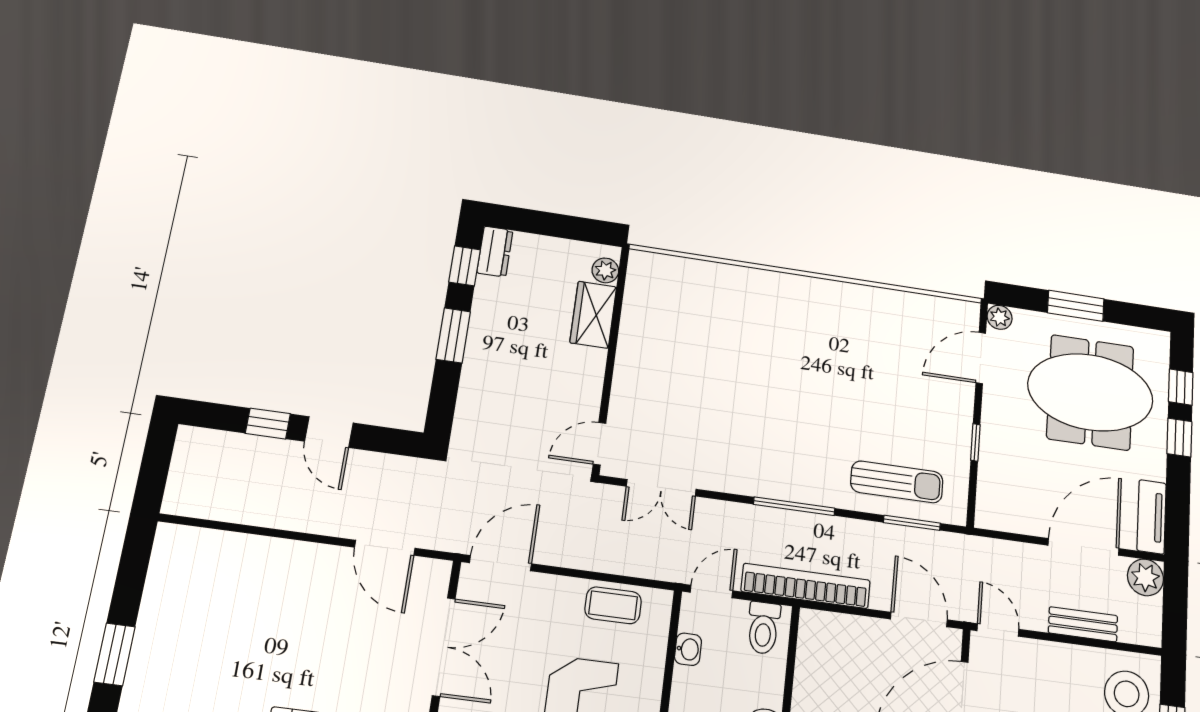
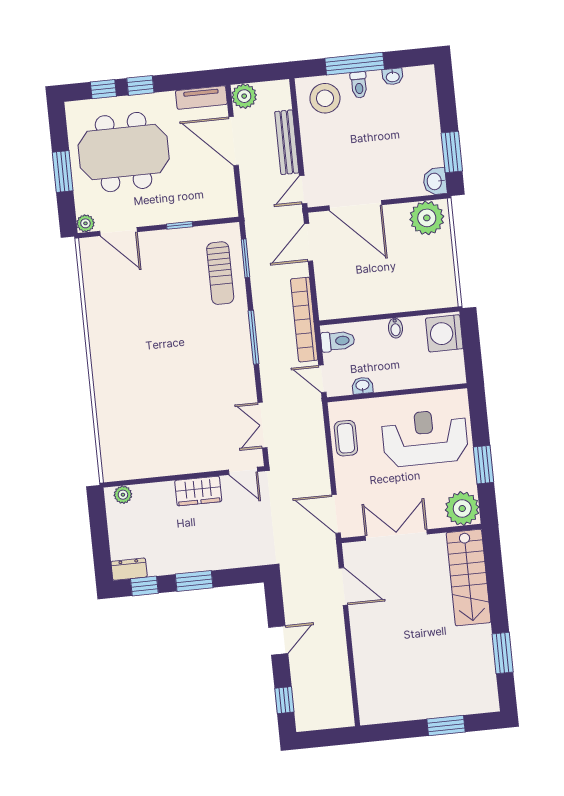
wardrobe: (593, 315) -> (198, 491), moved
meeting table: (1090, 392) -> (124, 152), turned 90
window: (268, 424) -> (284, 700), moved
sun lounger: (897, 482) -> (220, 273), turned 180
double door: (661, 488) -> (262, 425), swing flipped
door: (385, 548) -> (343, 586), hinge flipped
bench: (1083, 624) -> (287, 142), width x1.36

